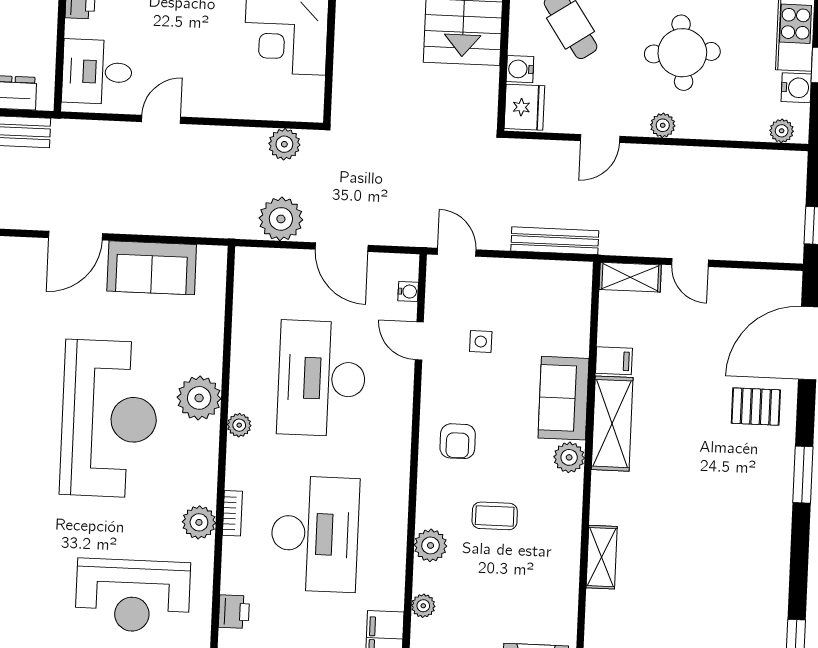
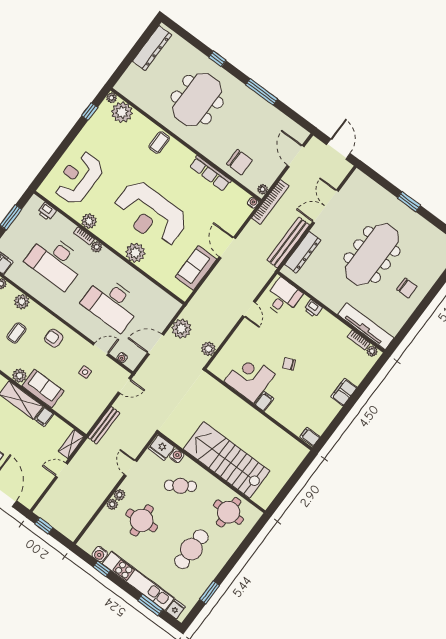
plant: (782, 131) -> (112, 504), moved
desk: (322, 378) -> (112, 303), turned 180
plant: (239, 425) -> (97, 247), moved

